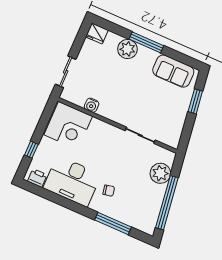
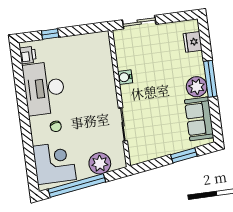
fridge: (97, 33) -> (193, 42), moved
plant: (127, 49) -> (197, 87), moved
water cooler: (92, 105) -> (125, 77), moved
corner desk: (68, 126) -> (54, 163), moved, turned 180
window: (113, 224) -> (28, 148), removed

